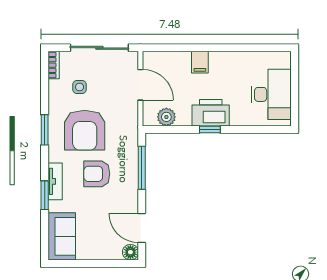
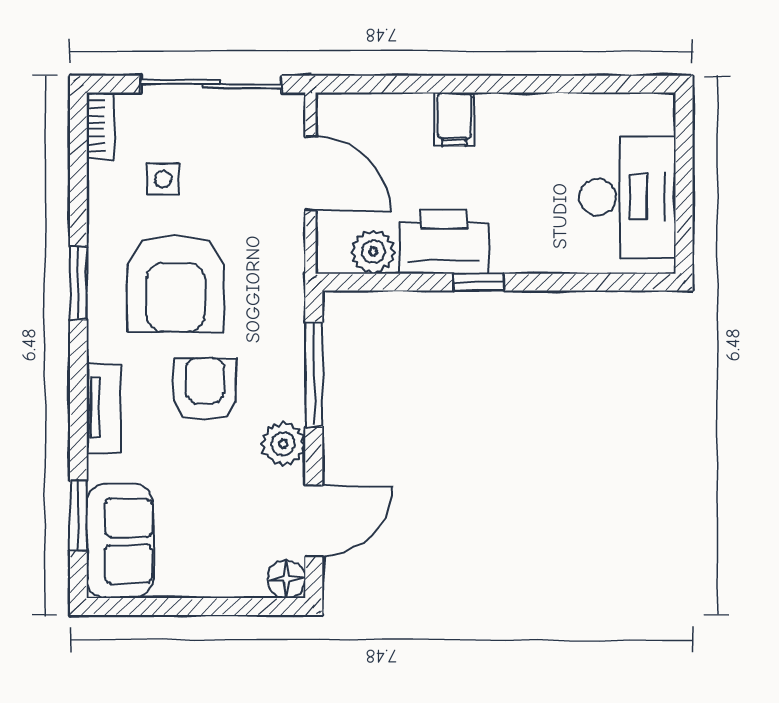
printer: (211, 113) -> (444, 242), moved
armchair: (97, 174) -> (205, 390), turned 90
window: (45, 195) -> (78, 515), moved
plant: (129, 196) -> (283, 444), added
door: (142, 228) -> (314, 521), swing flipped

